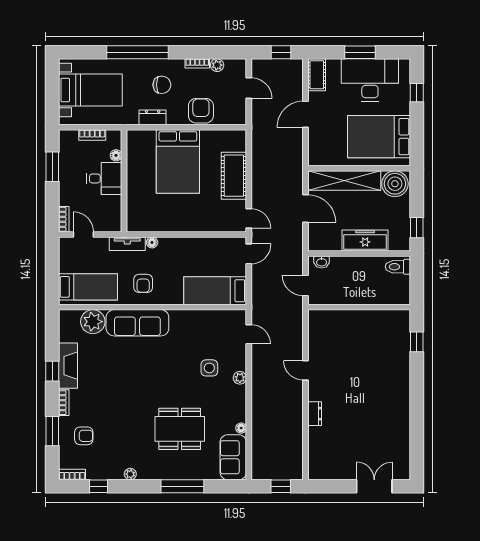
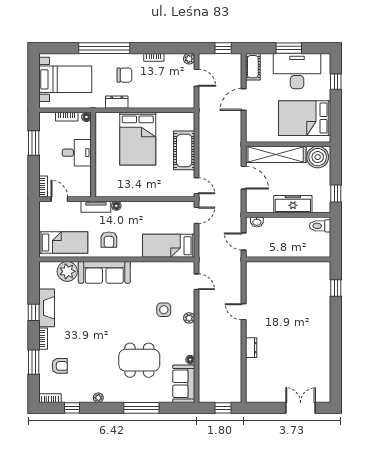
plant: (217, 65) -> (189, 59), moved
armchair: (201, 111) -> (157, 97), removed
floor lamp: (116, 155) -> (86, 117), moved

